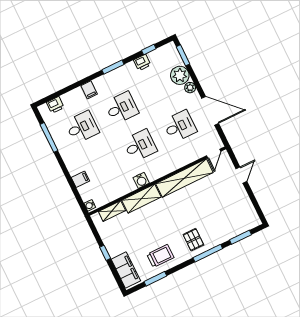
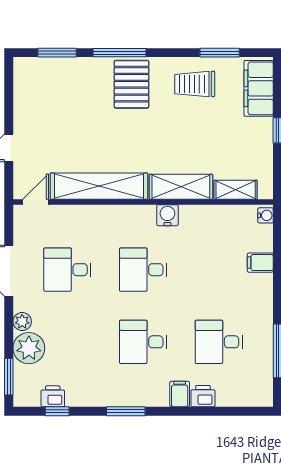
printer: (142, 62) -> (53, 396), moved
printer: (55, 105) -> (203, 396), moved
pallet: (193, 240) -> (131, 84), width x1.50, depth x1.42

